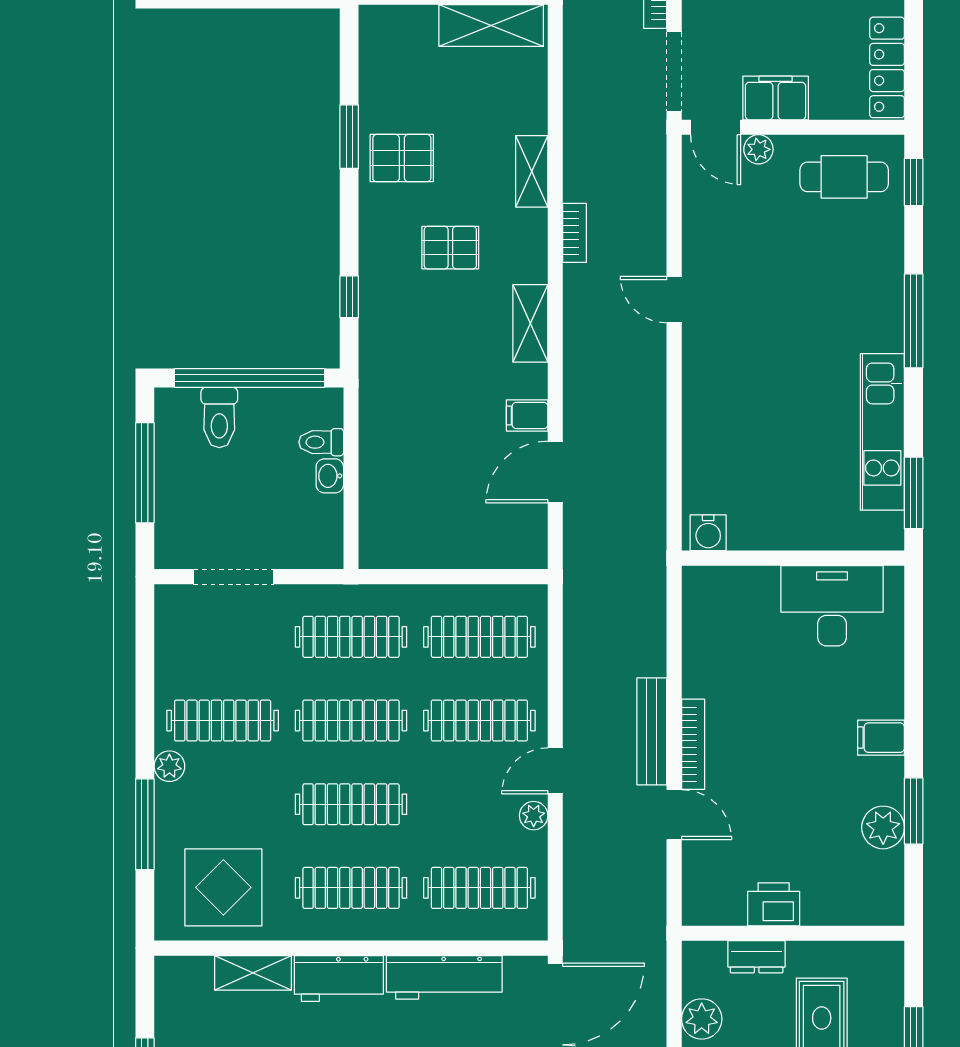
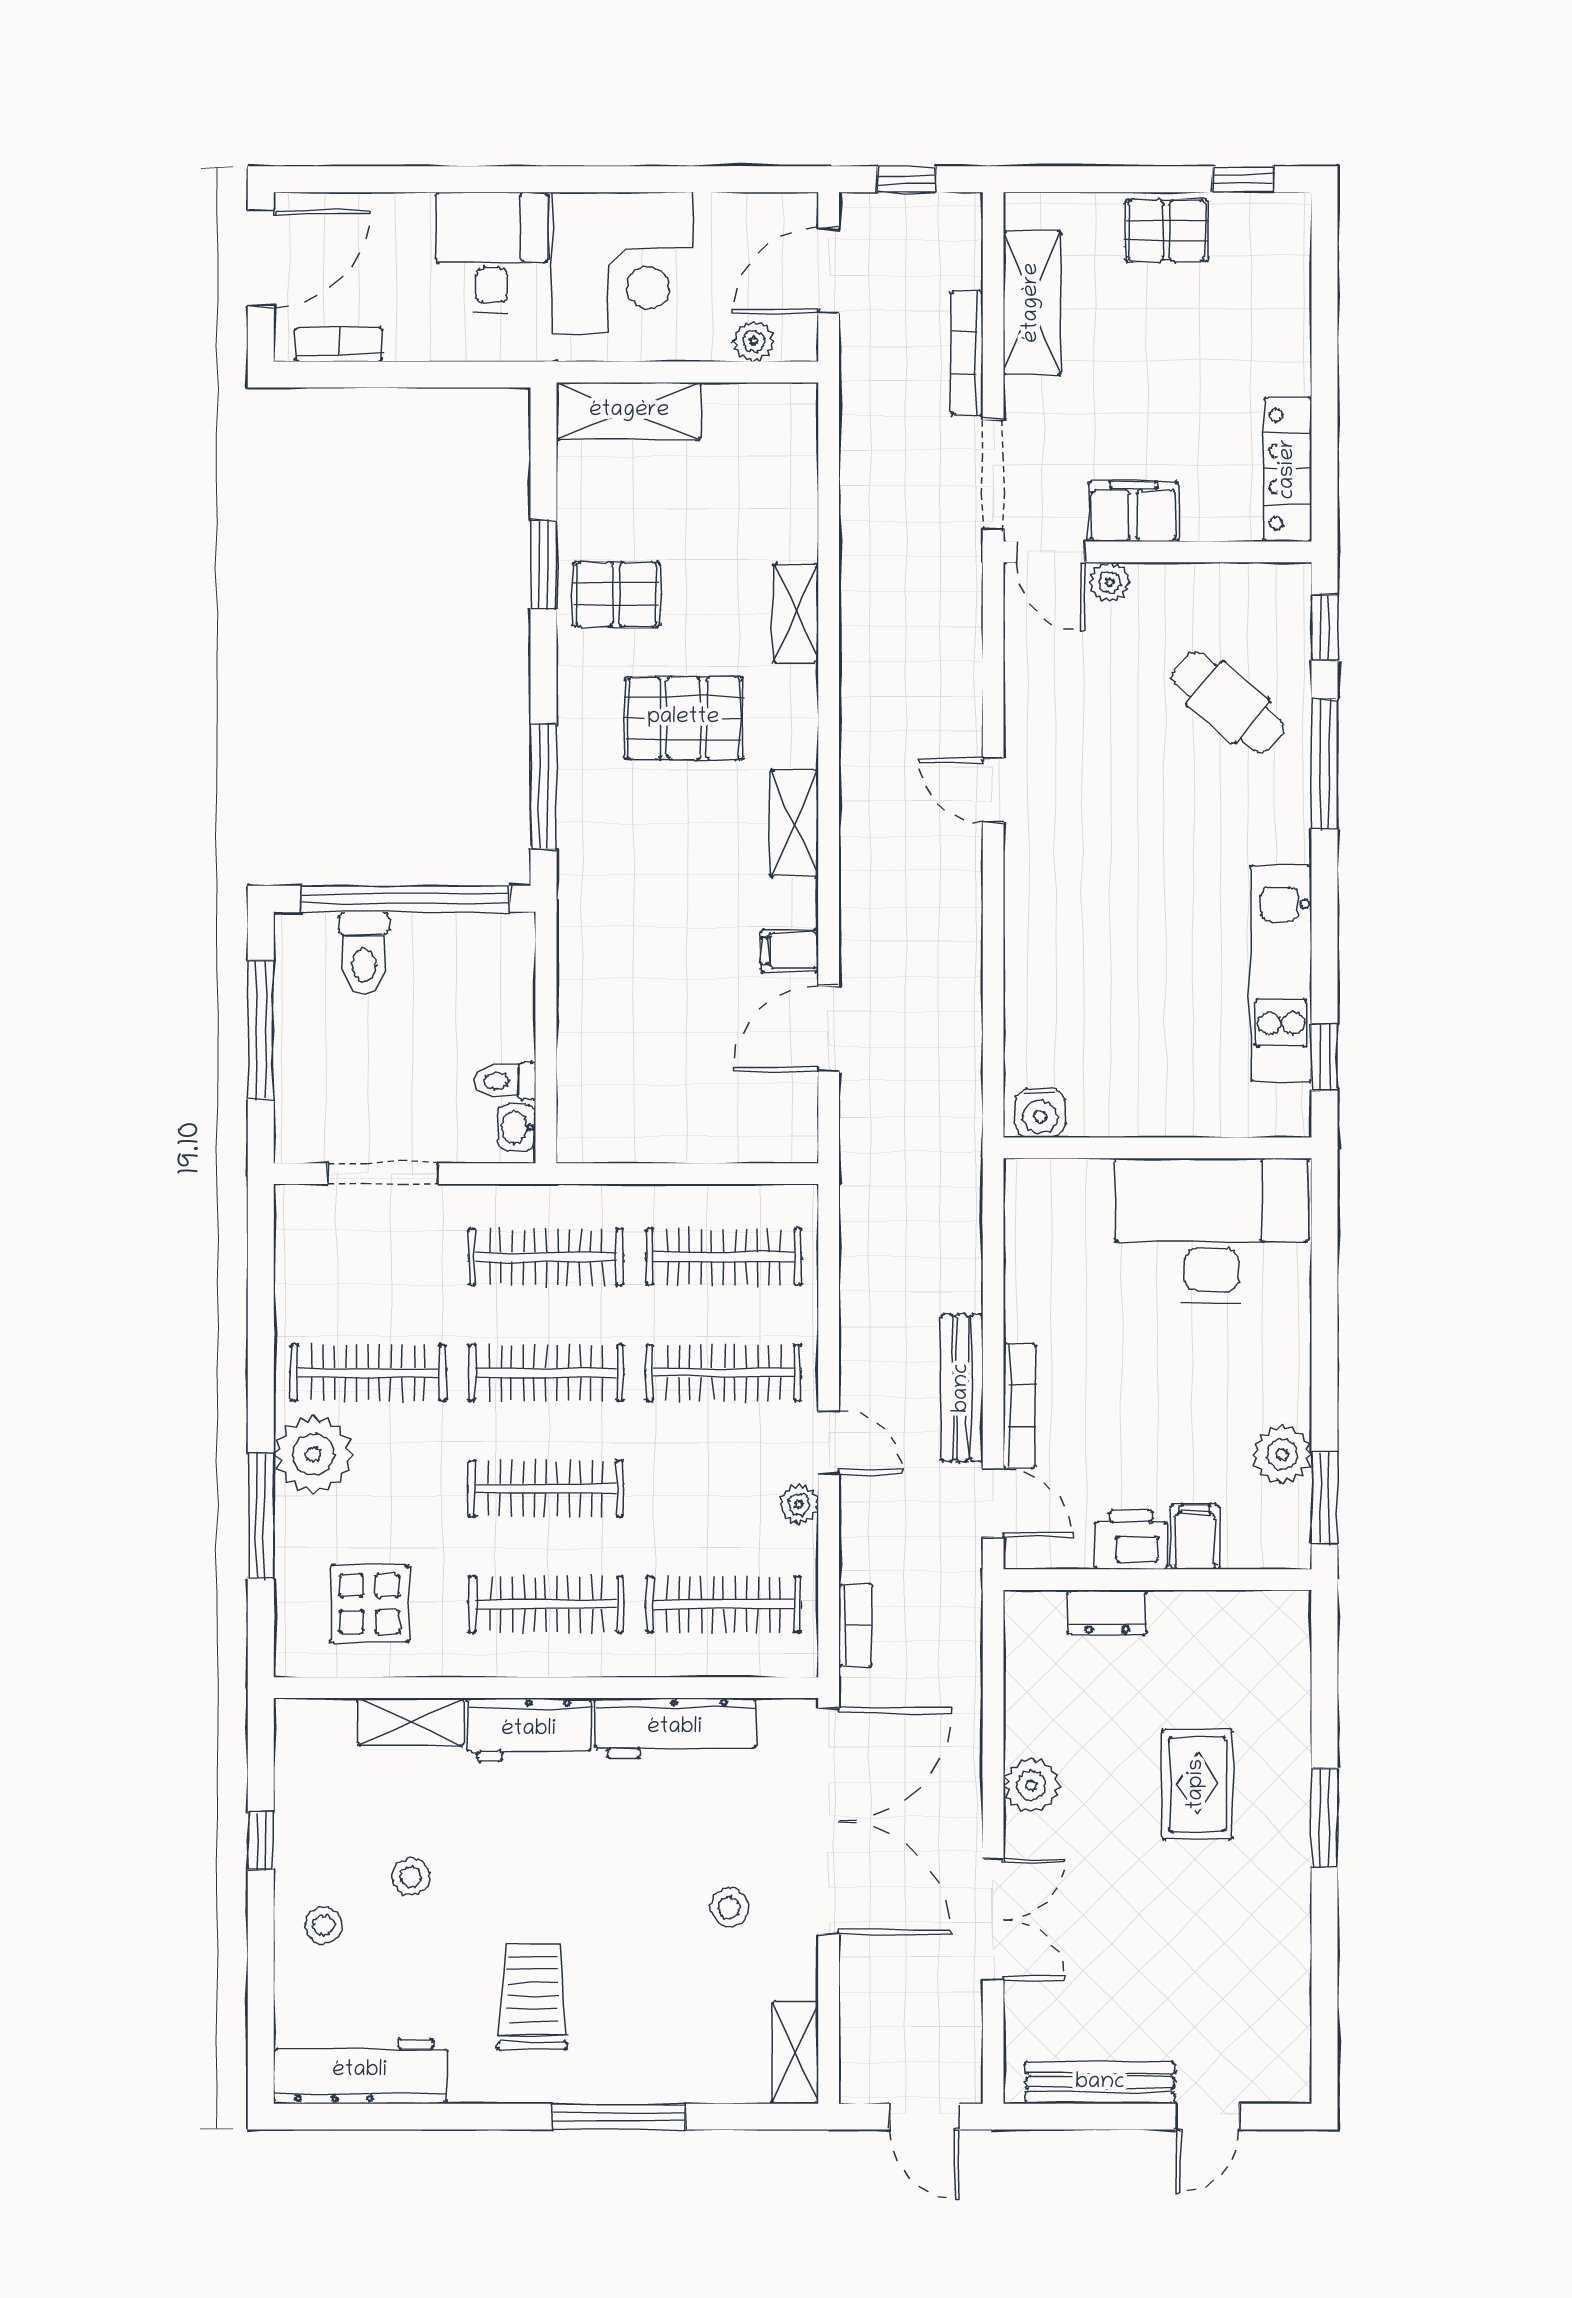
shelving: (491, 26) -> (629, 411), moved
cafe table: (844, 177) -> (1228, 702), moved, turned 40
bookcase: (575, 233) -> (855, 1626), moved
pallet: (450, 248) -> (683, 718), width x1.50, depth x1.42
window: (349, 297) -> (543, 786), width x2.17
window: (914, 321) -> (1324, 764), moved
toilet: (321, 442) -> (505, 1081), moved
washbasin: (330, 476) -> (517, 1127), moved
window: (914, 493) -> (1324, 1058), width x0.67
desk: (832, 606) -> (1212, 1231), width x1.36, depth x1.30
filing cabinet: (881, 738) -> (1195, 1537), moved, turned 90
plant: (169, 766) -> (313, 1454), width x1.87, depth x1.87
door: (555, 771) -> (829, 1442), swing flipped
plant: (883, 827) -> (1282, 1454), moved
display table: (223, 887) -> (369, 1604), width x0.73, depth x0.73
printer: (774, 904) -> (1131, 1540), moved
wall: (793, 933) -> (1157, 1580), moved
dresser: (757, 957) -> (1107, 1612), moved

